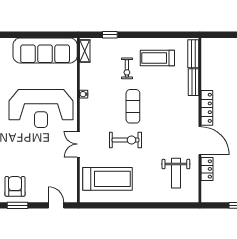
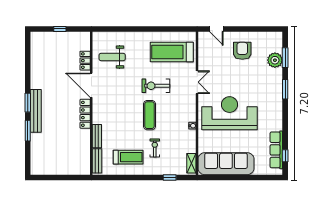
weight bench: (176, 173) -> (112, 57), turned -90
armchair: (15, 186) -> (242, 51), moved, turned 180
window: (17, 205) -> (250, 29), removed

